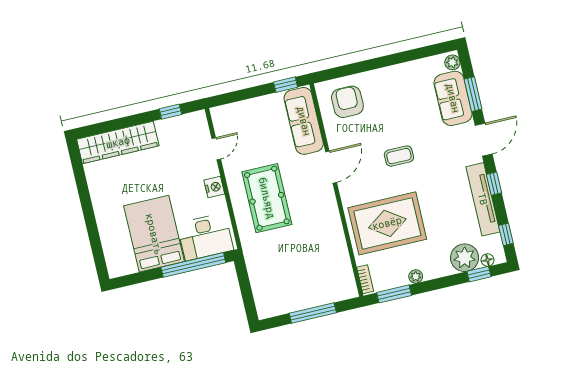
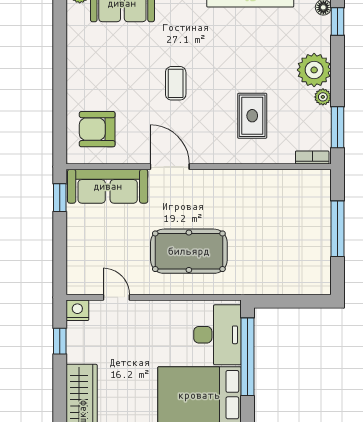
nightstand: (214, 187) -> (77, 310), moved
rug: (387, 223) -> (252, 116), width x0.54, depth x0.49
plant: (465, 258) -> (314, 70), moved

